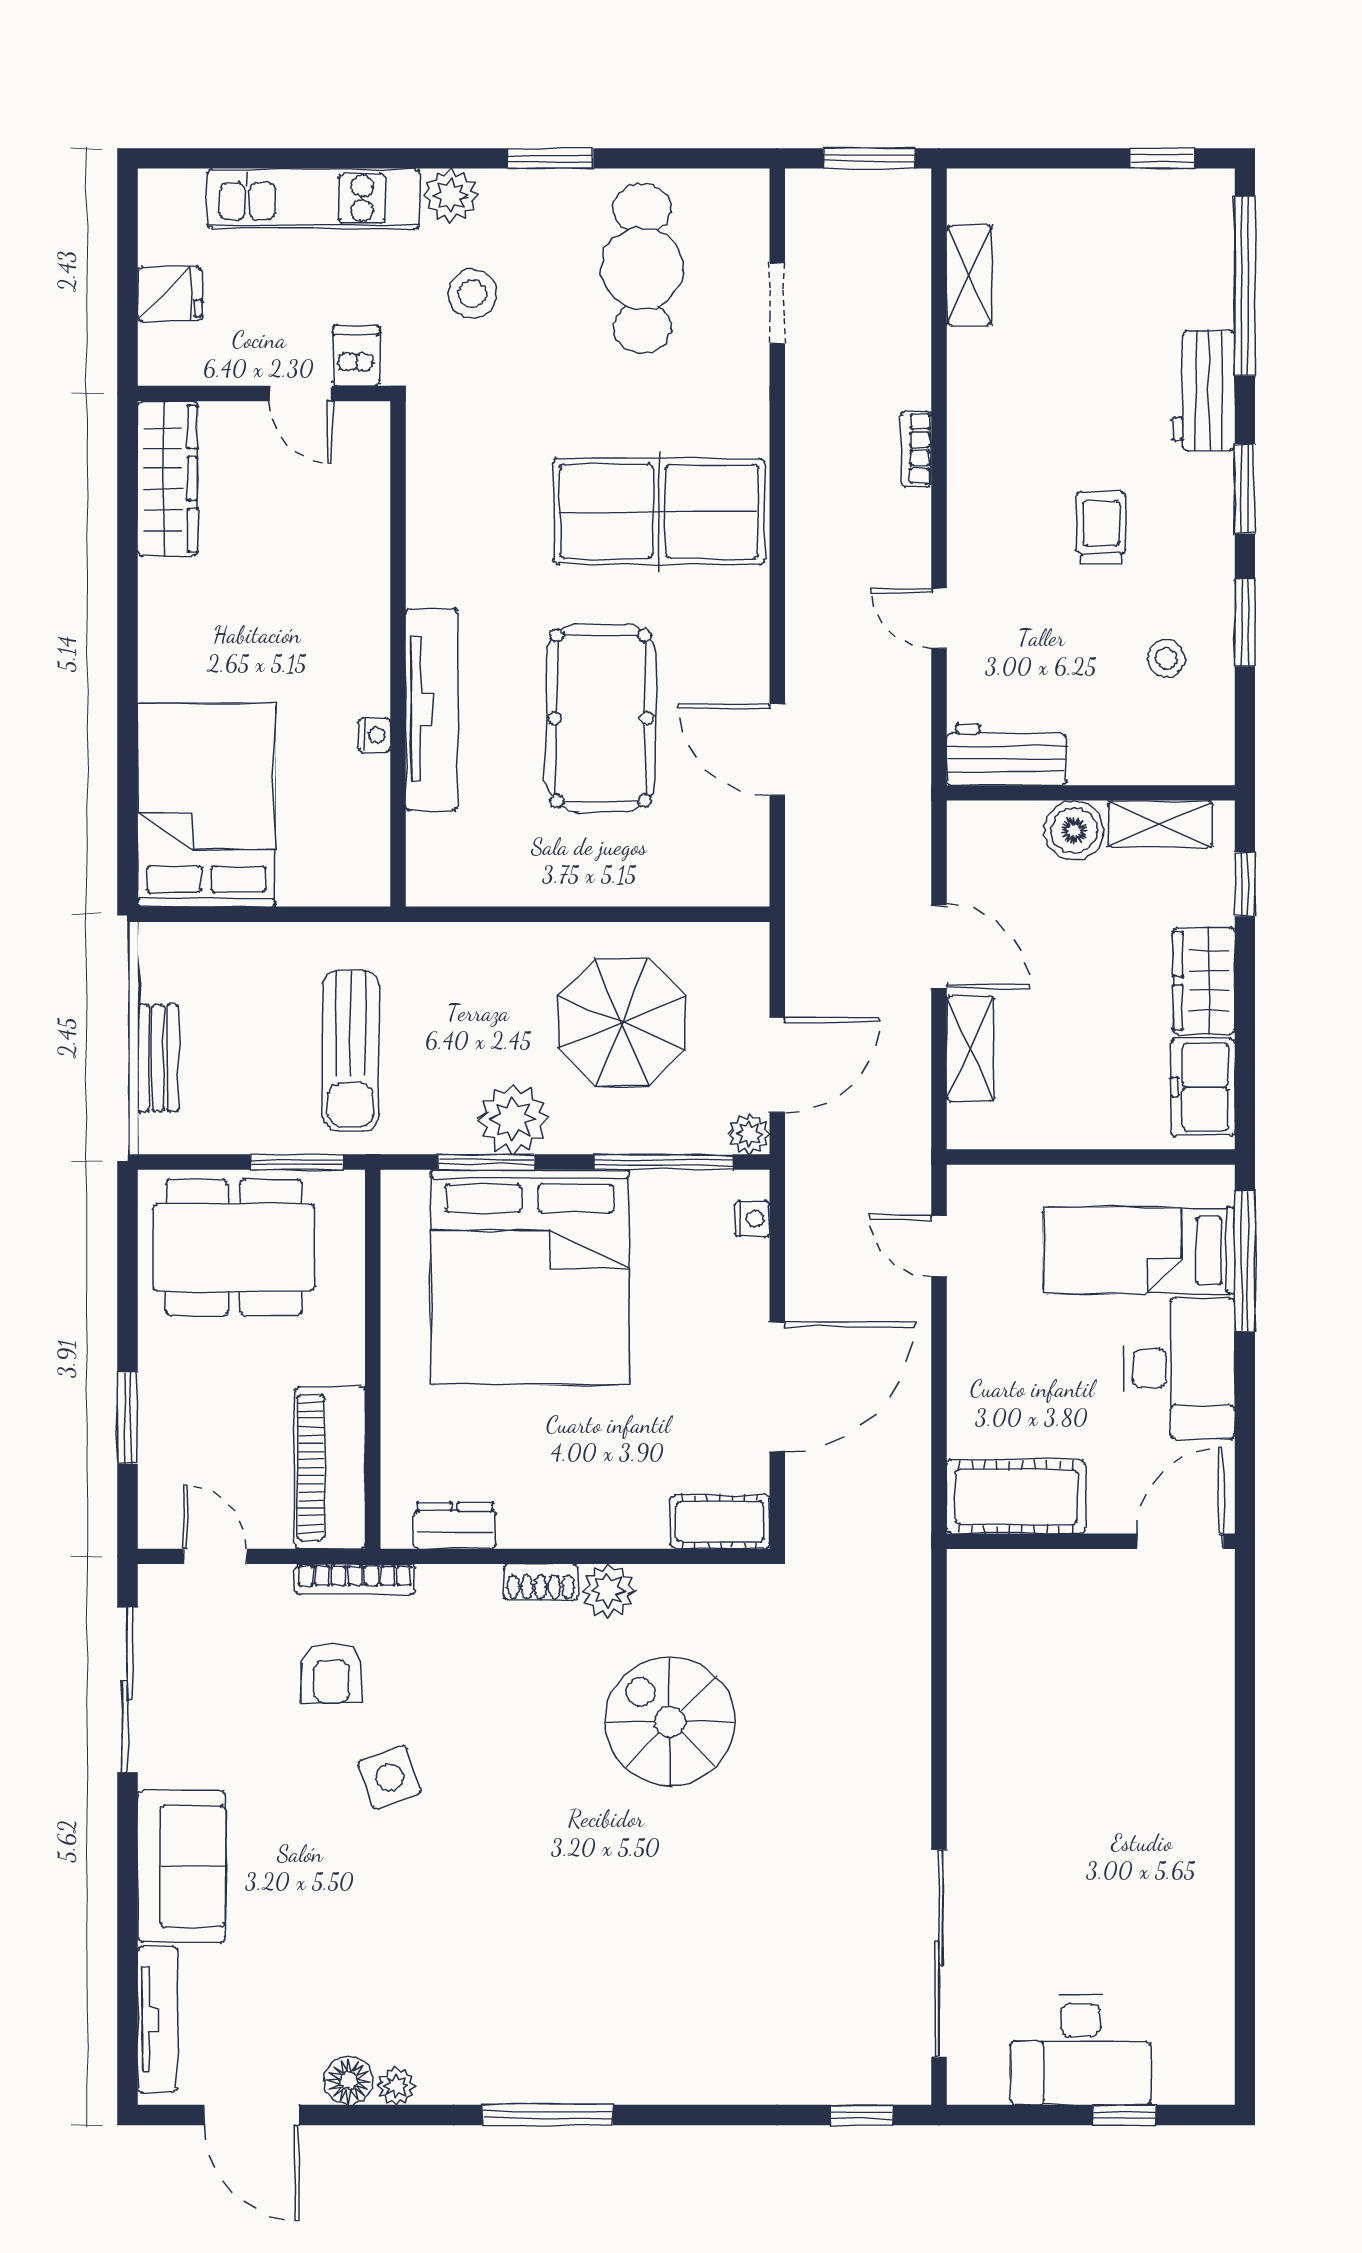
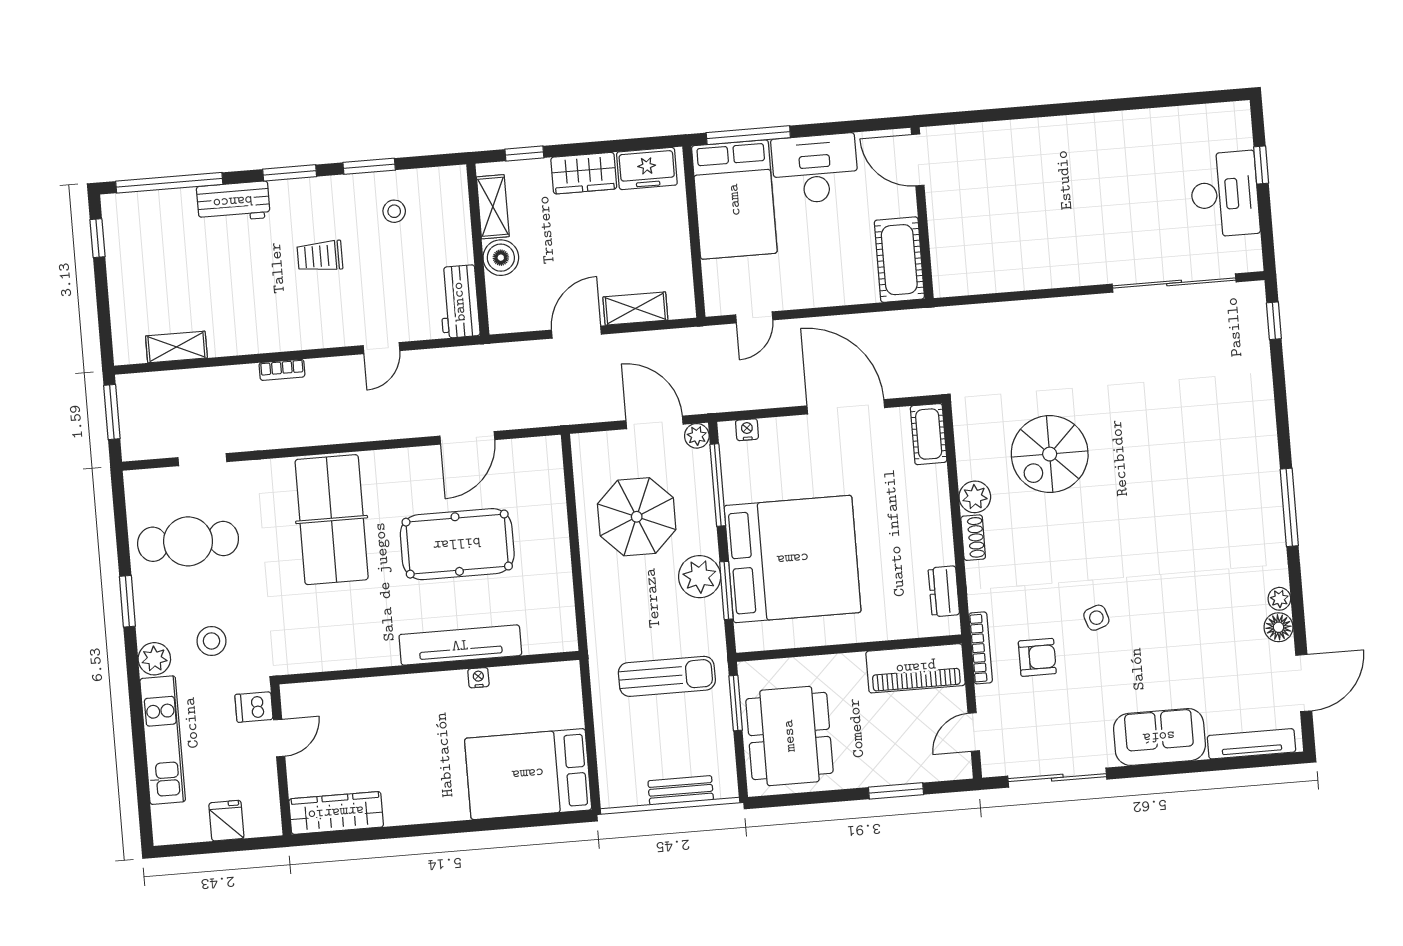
bed: (1139, 1251) -> (734, 200), width x1.50
side table: (390, 1777) -> (1096, 618), width x0.73, depth x0.73

